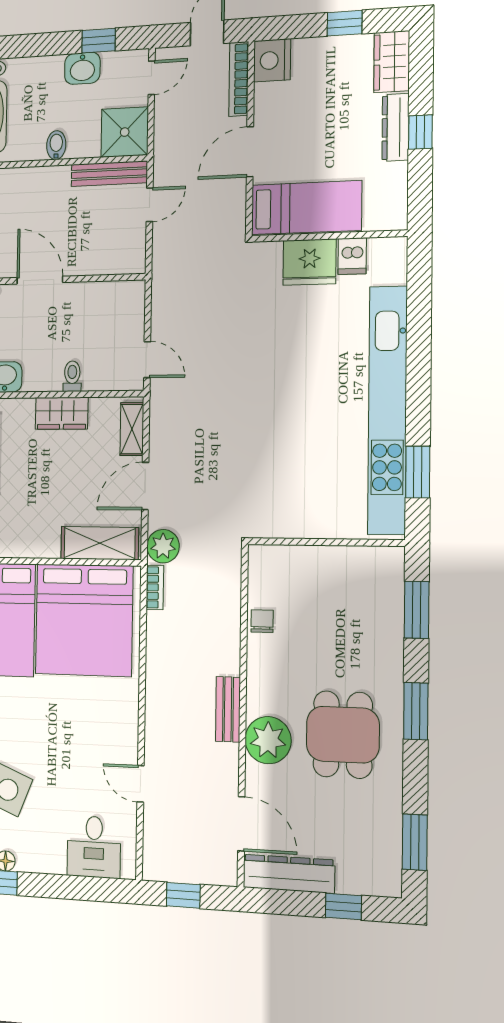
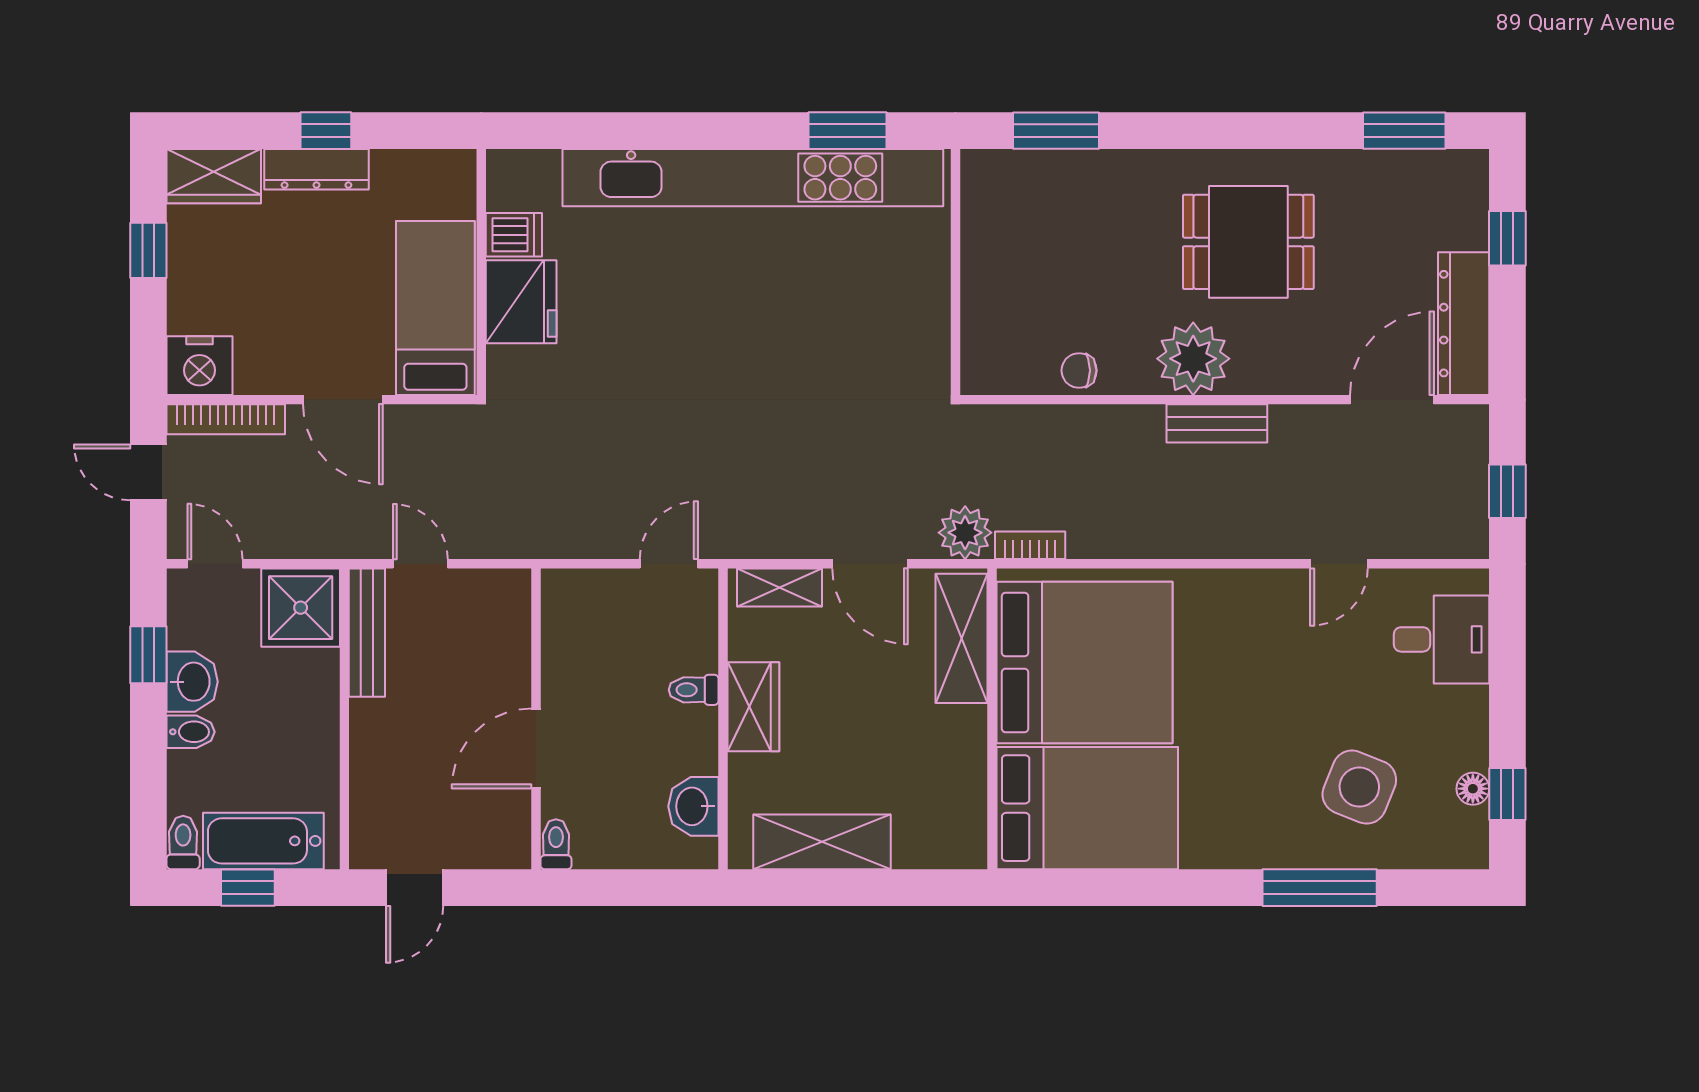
bidet: (56, 145) -> (191, 732), moved, turned 180
window: (416, 711) -> (1209, 131), removed
plant: (268, 740) -> (1193, 359), moved

